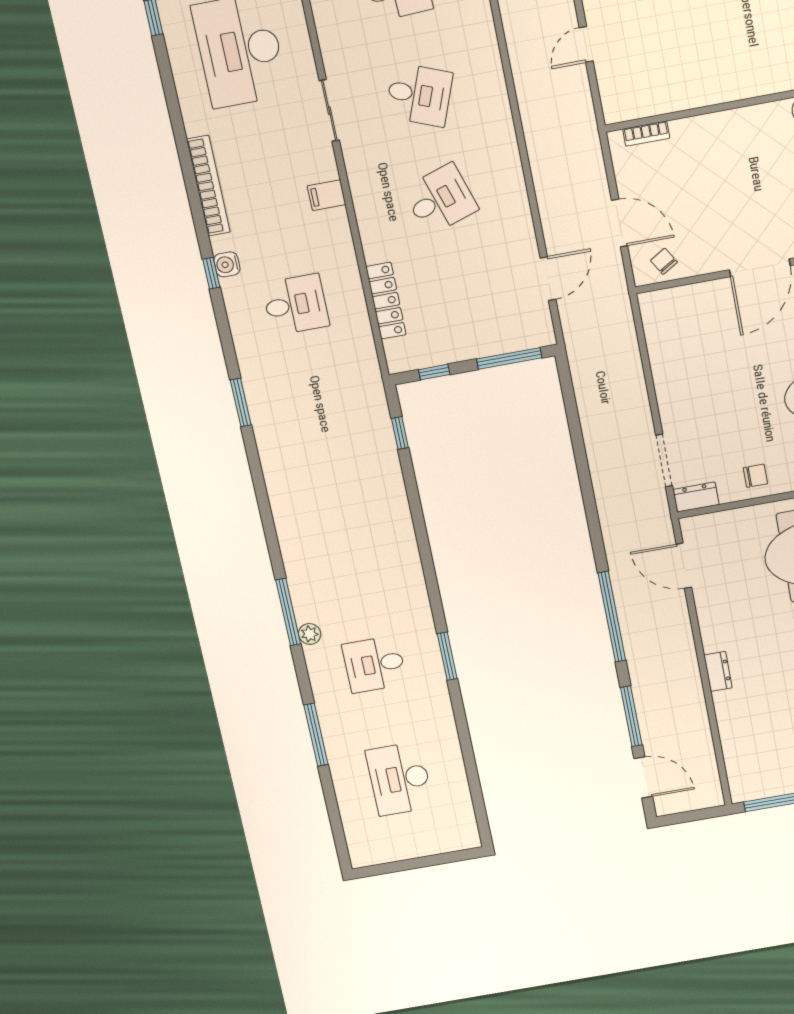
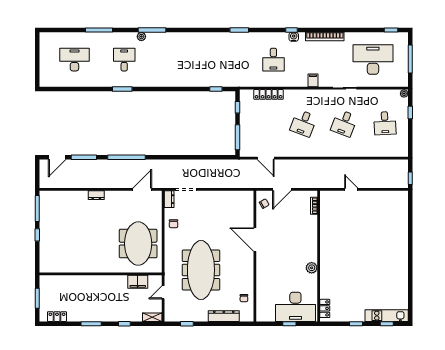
desk: (440, 199) -> (303, 123), turned 39

